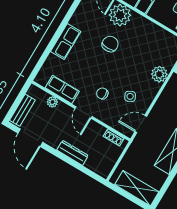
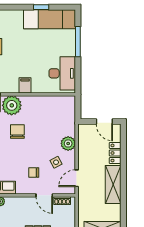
plant: (159, 74) -> (68, 143), moved
door: (84, 112) -> (44, 195), moved

